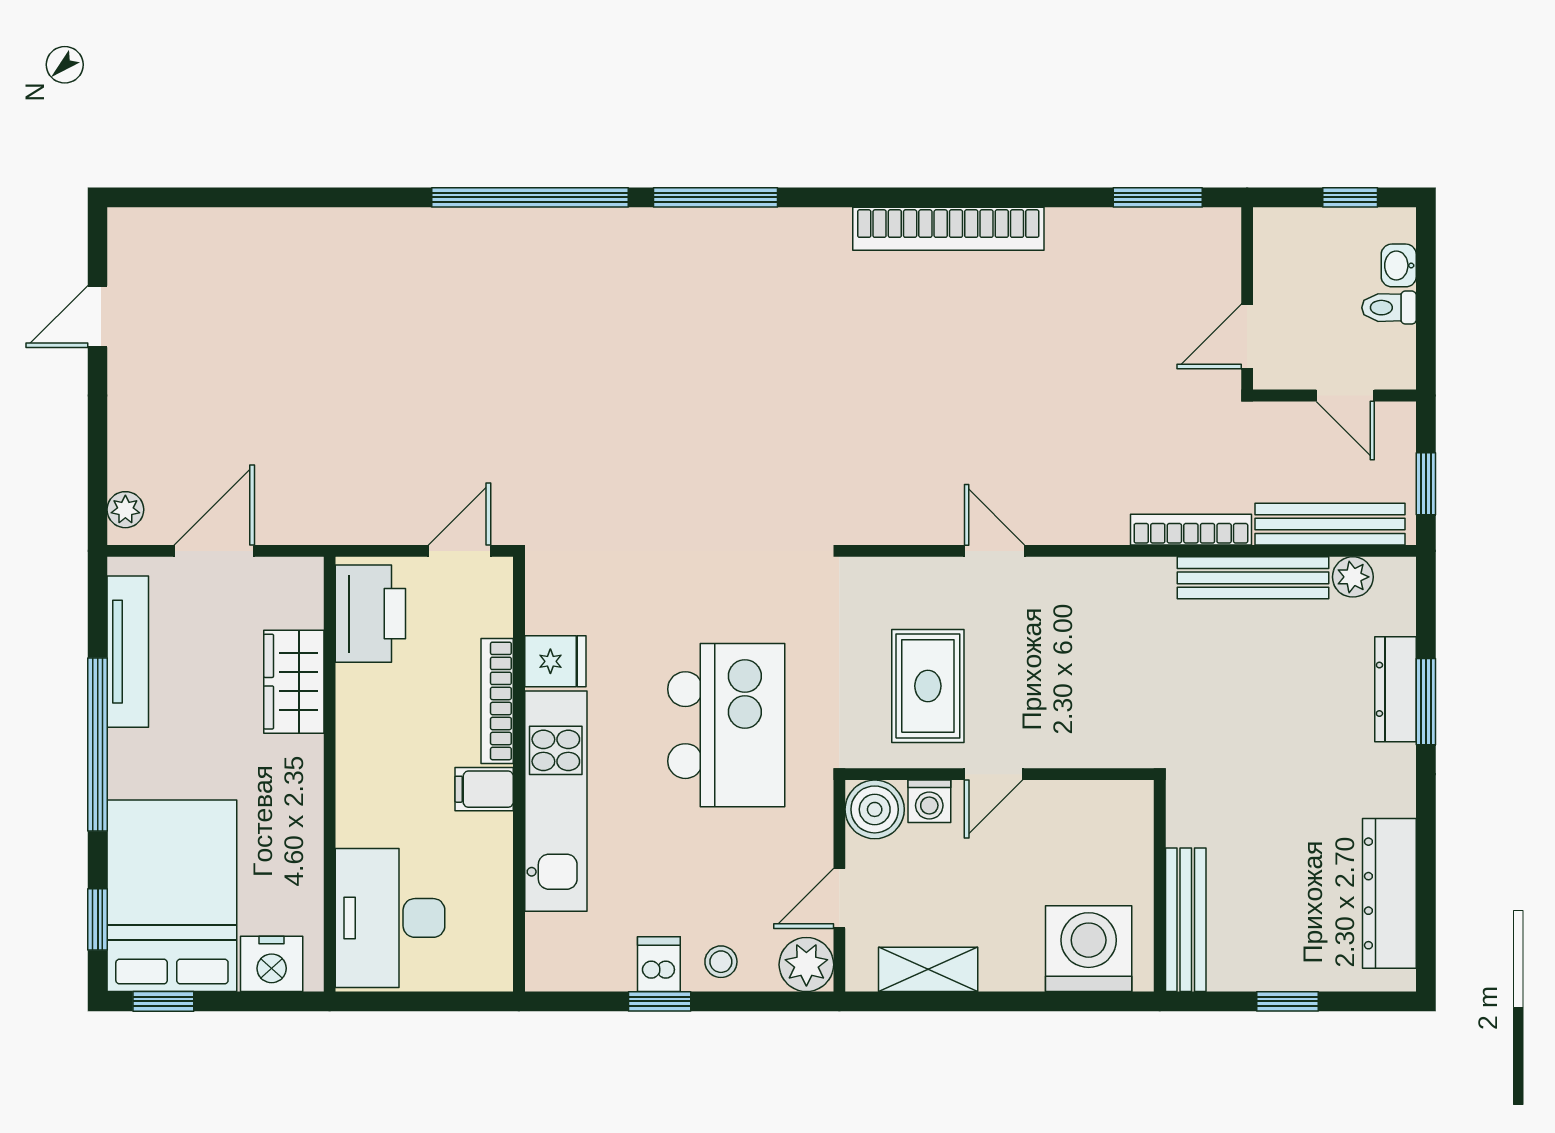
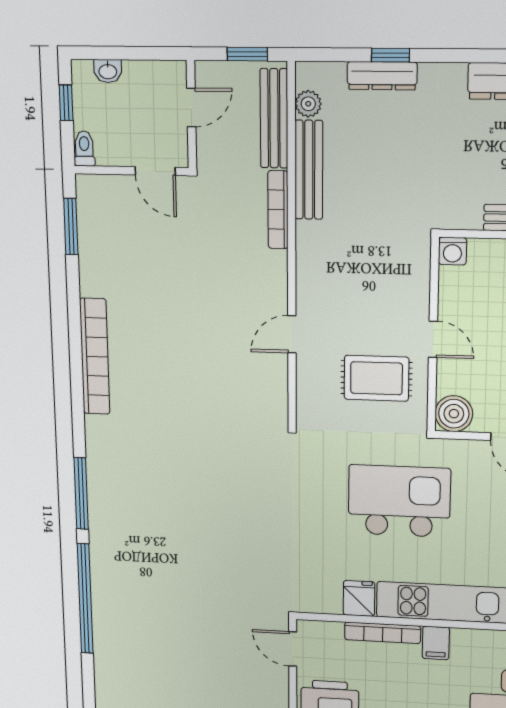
toilet: (1389, 308) -> (84, 149), moved, turned 180
window: (1426, 702) -> (391, 55), width x0.67
washing machine: (929, 801) -> (452, 251), moved, turned 90

